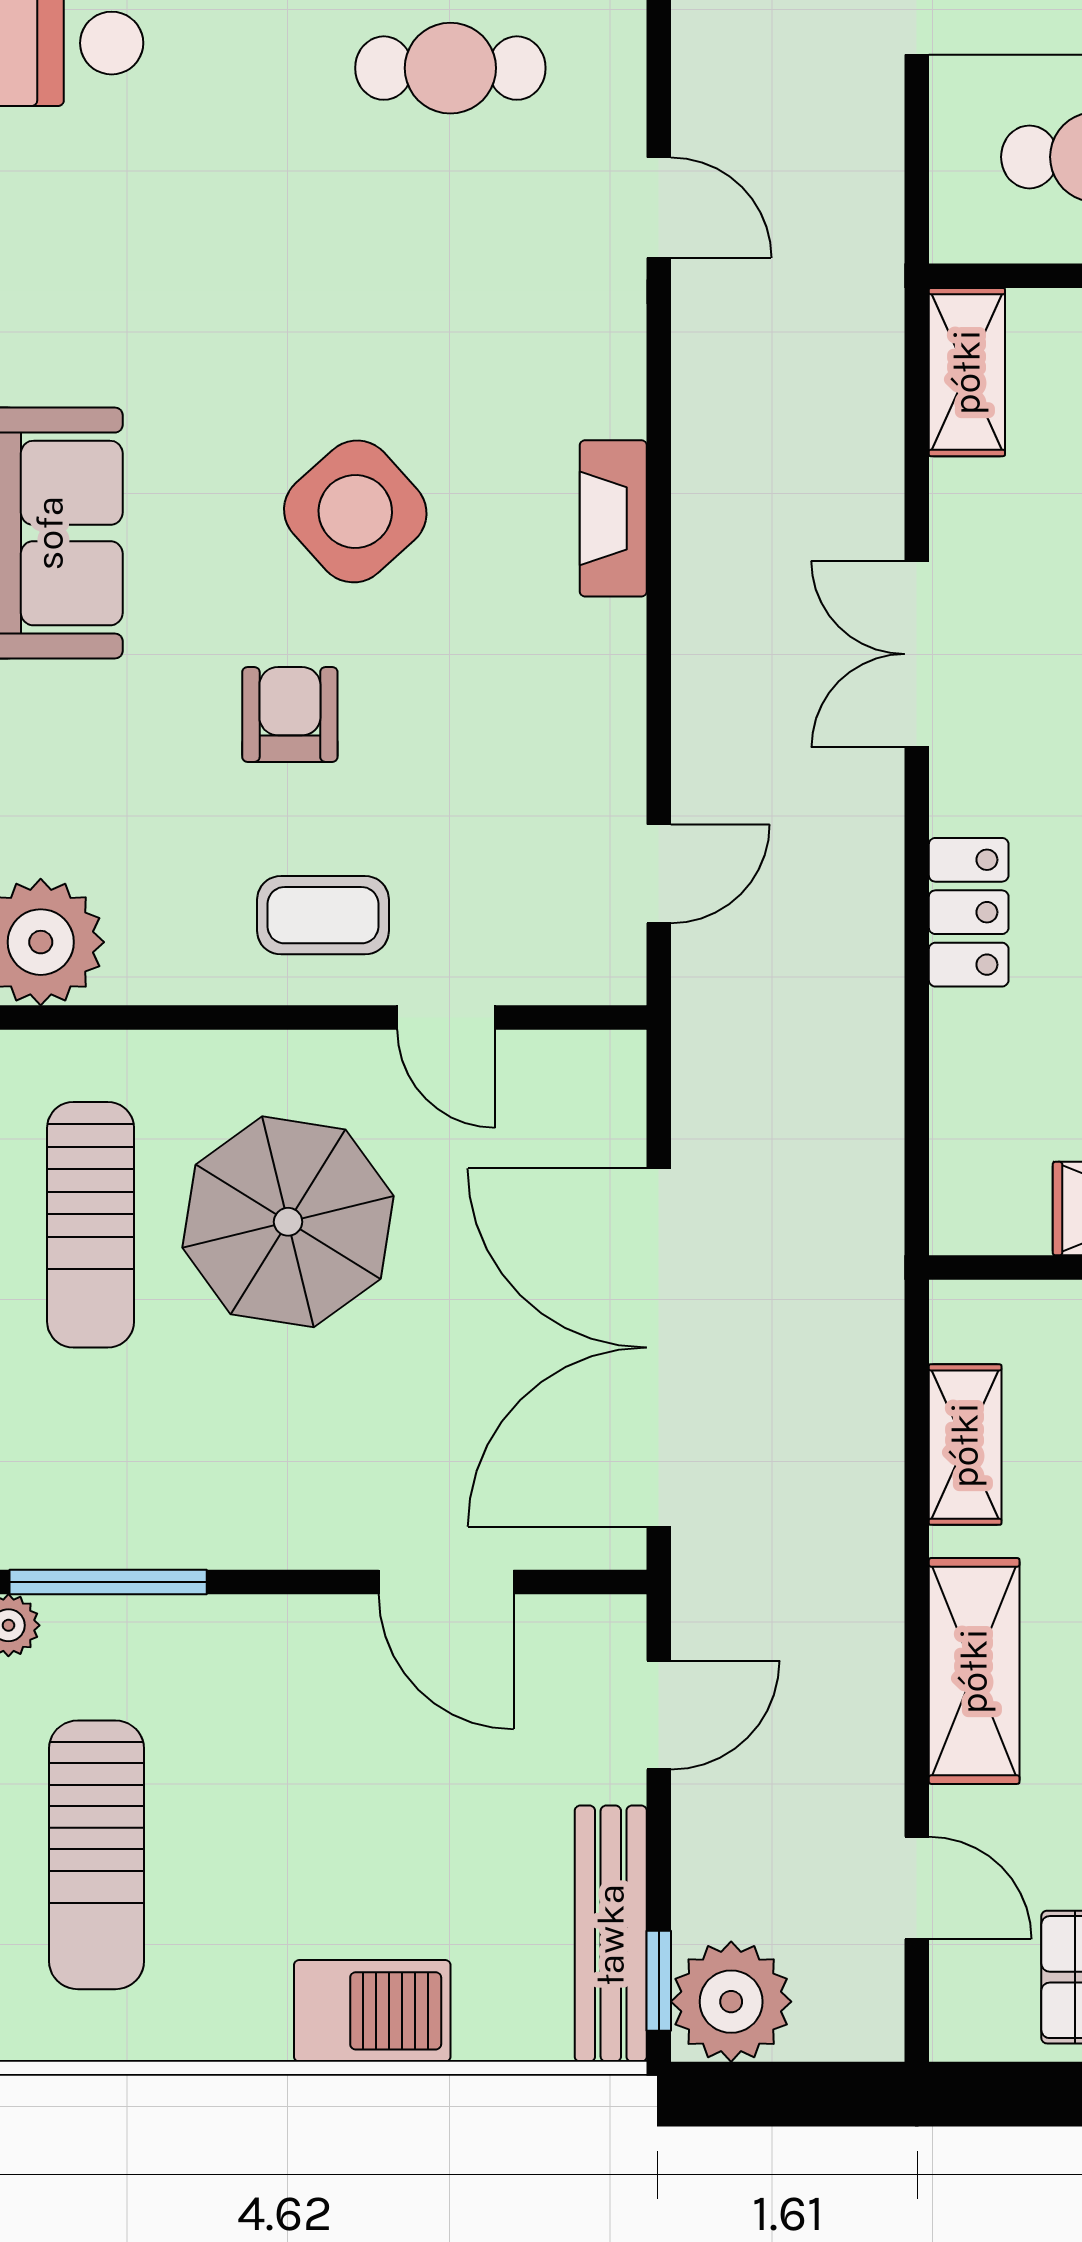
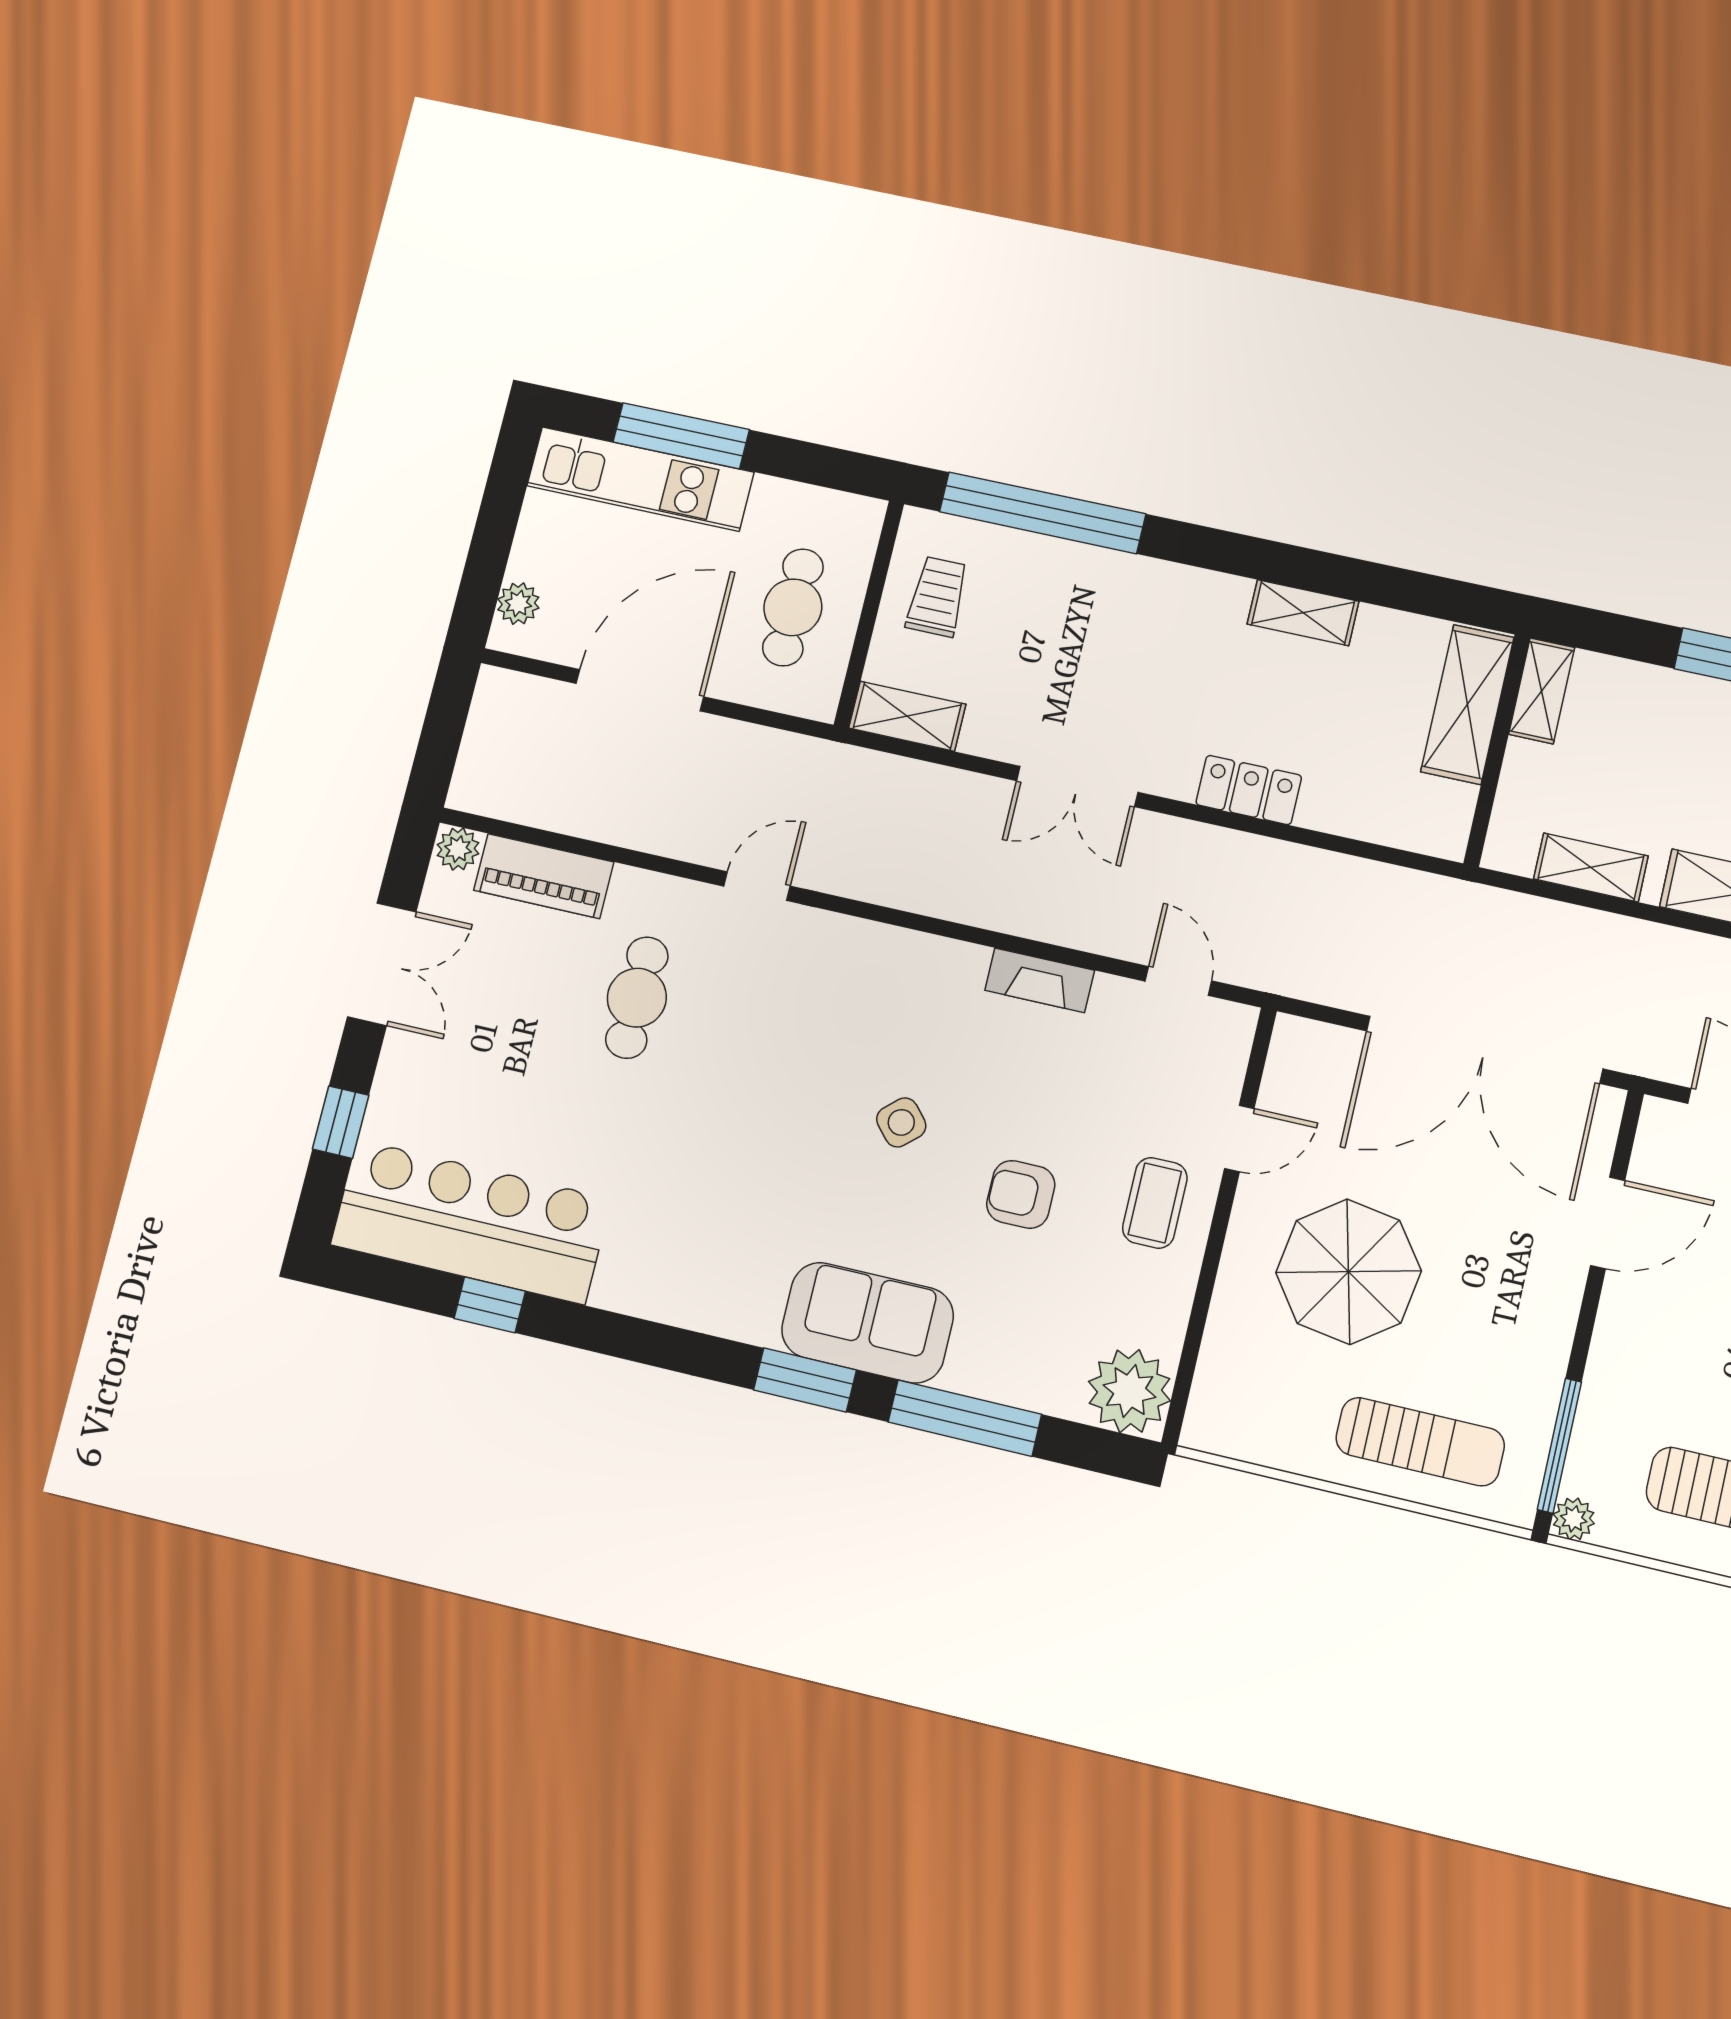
side table: (355, 511) -> (901, 1122), width x0.54, depth x0.54
fireplace: (613, 518) -> (1040, 980), moved
sun lounger: (91, 1225) -> (1420, 1442), moved

